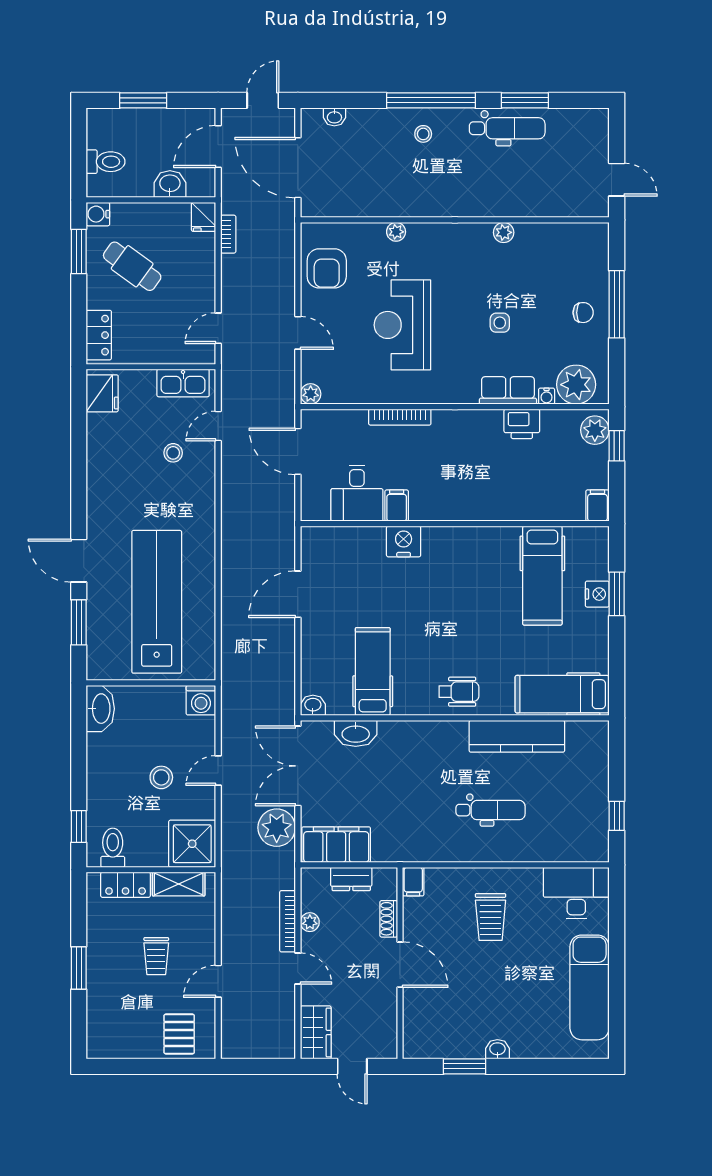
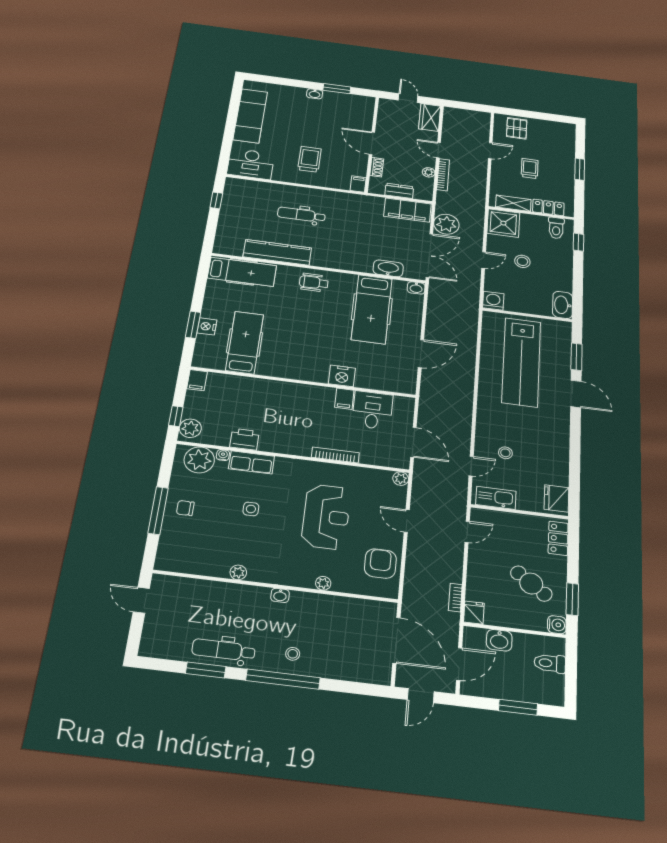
washbasin: (334, 117) -> (280, 595), moved, turned 180
hospital bed: (373, 671) -> (372, 309), width x1.37, depth x1.29

